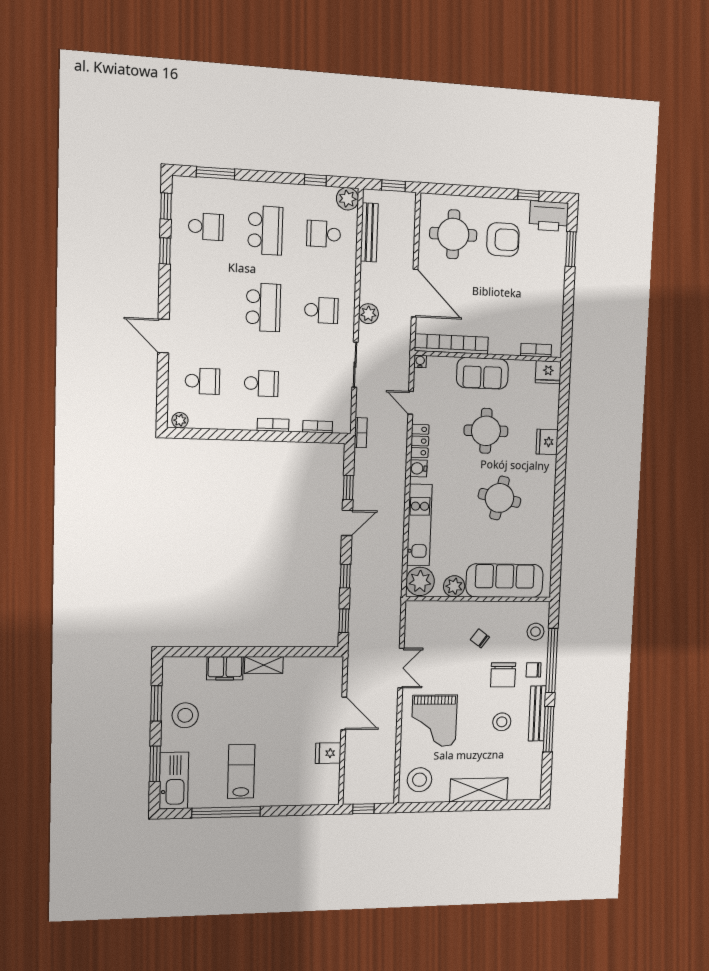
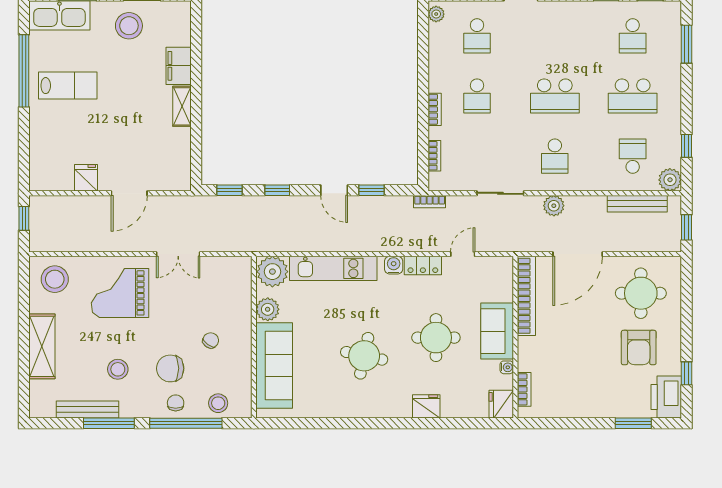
water cooler: (420, 361) -> (507, 367), moved
bench: (537, 713) -> (88, 409), moved

